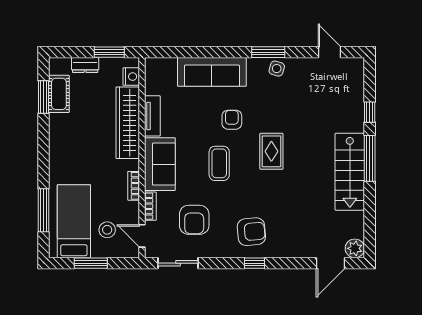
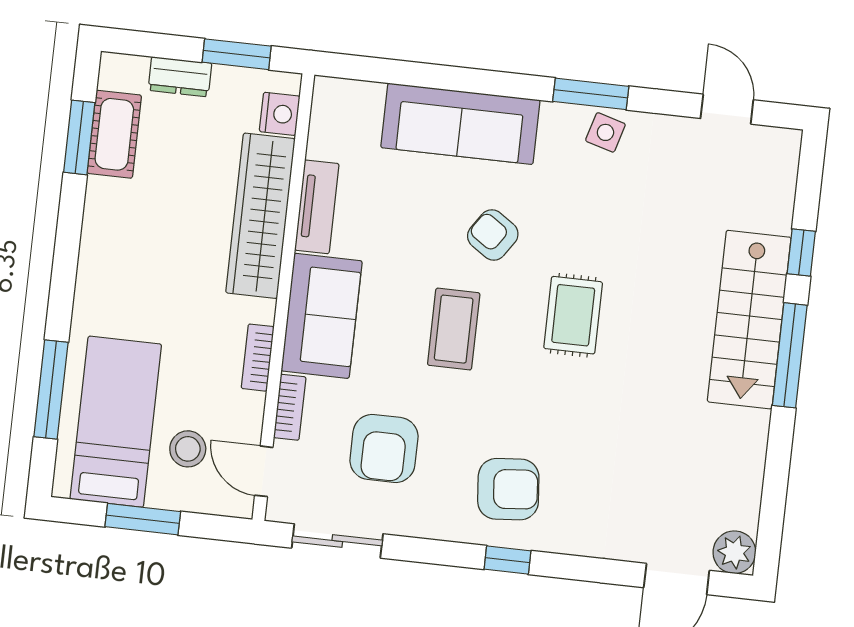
armchair: (232, 120) -> (493, 235), turned -56
stairs: (350, 172) -> (749, 320), moved

